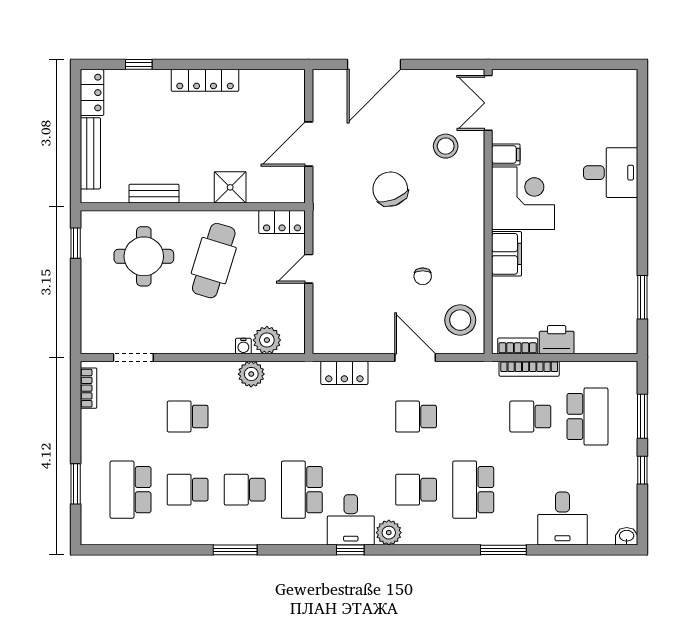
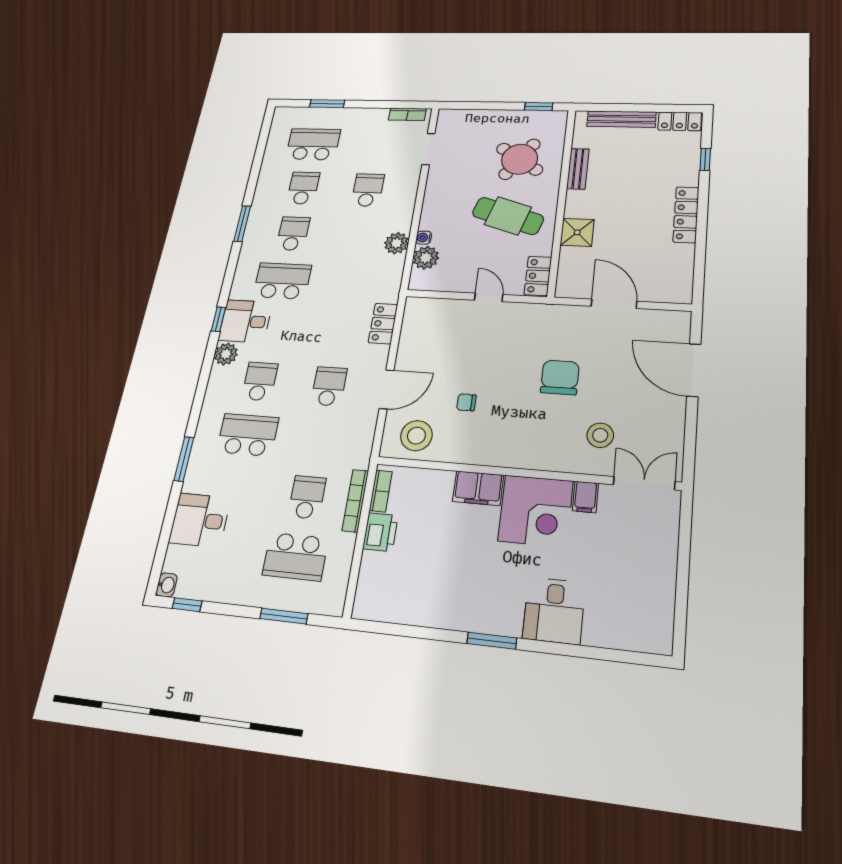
chair: (390, 189) -> (560, 377), turned -69
round table: (144, 256) -> (520, 159), turned 34
window: (642, 297) -> (492, 641), moved
window: (642, 470) -> (187, 605), moved

